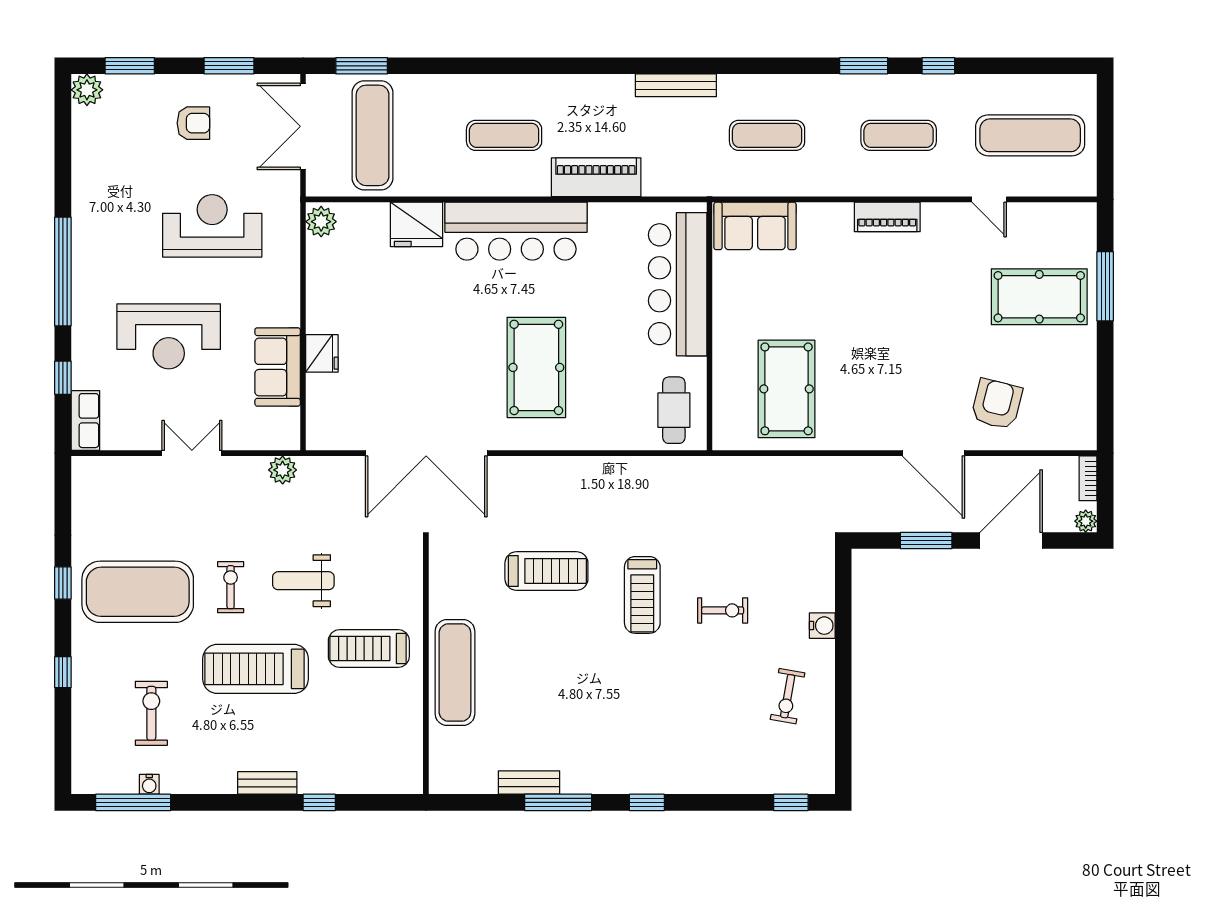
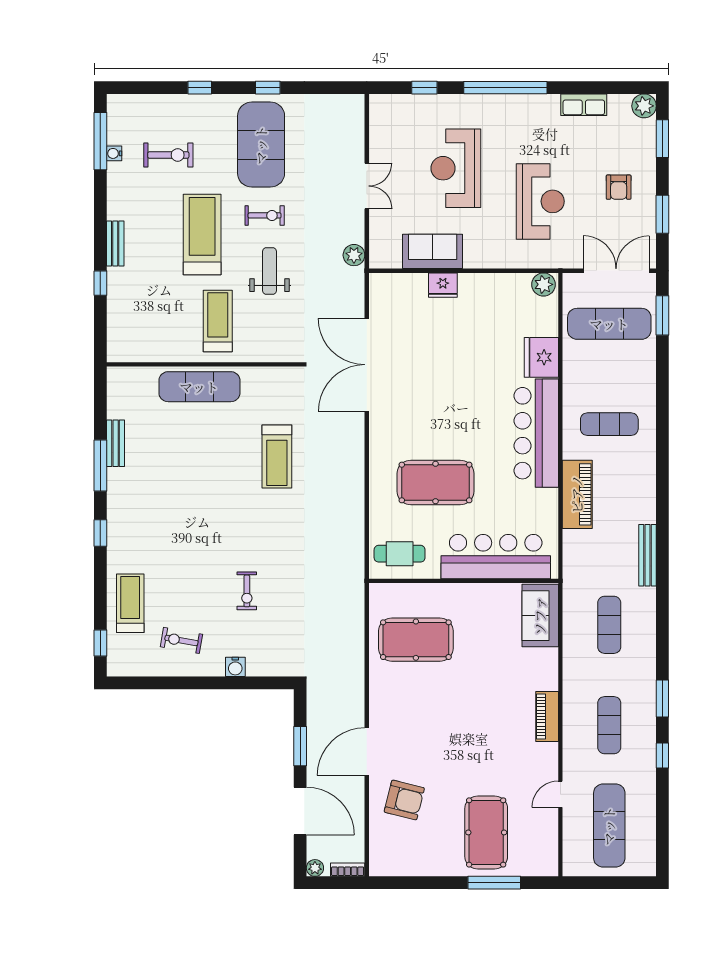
exercise mat: (504, 135) -> (609, 424), turned 90
pool table: (536, 367) -> (435, 482), moved
row of seats: (85, 421) -> (584, 105), moved
treadmill: (642, 595) -> (130, 603), moved, turned 90

